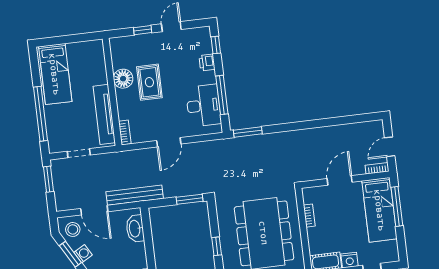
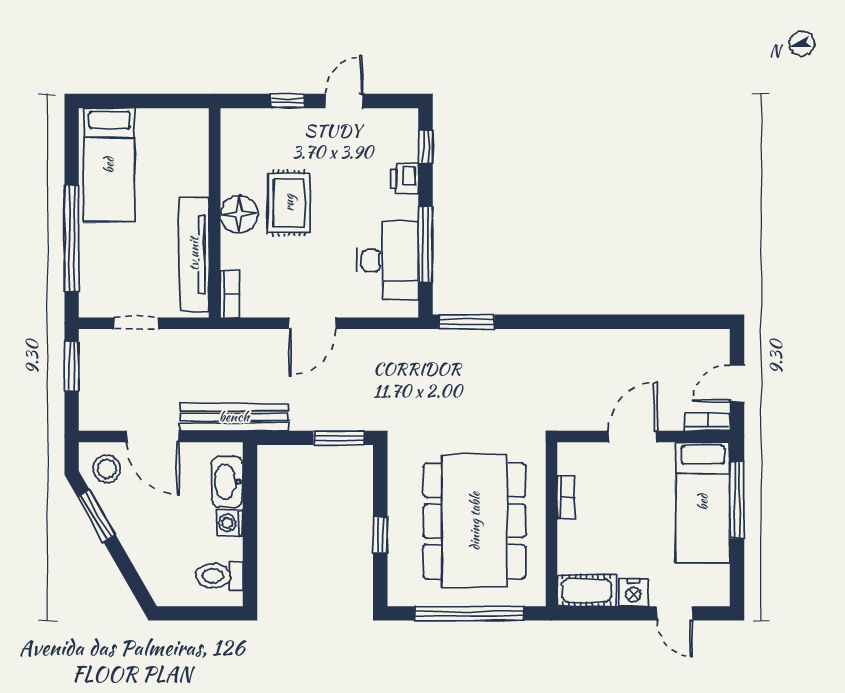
floor lamp: (123, 79) -> (239, 214), moved
washing machine: (83, 254) -> (230, 523), moved, turned -150

